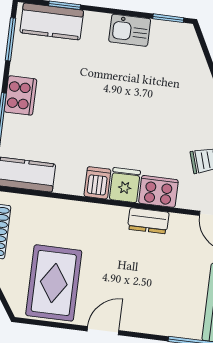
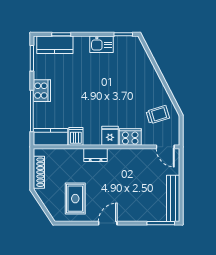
dishwasher: (97, 183) -> (76, 136), moved
dresser: (148, 221) -> (96, 155), moved
rug: (54, 283) -> (75, 199), width x0.73, depth x0.70

